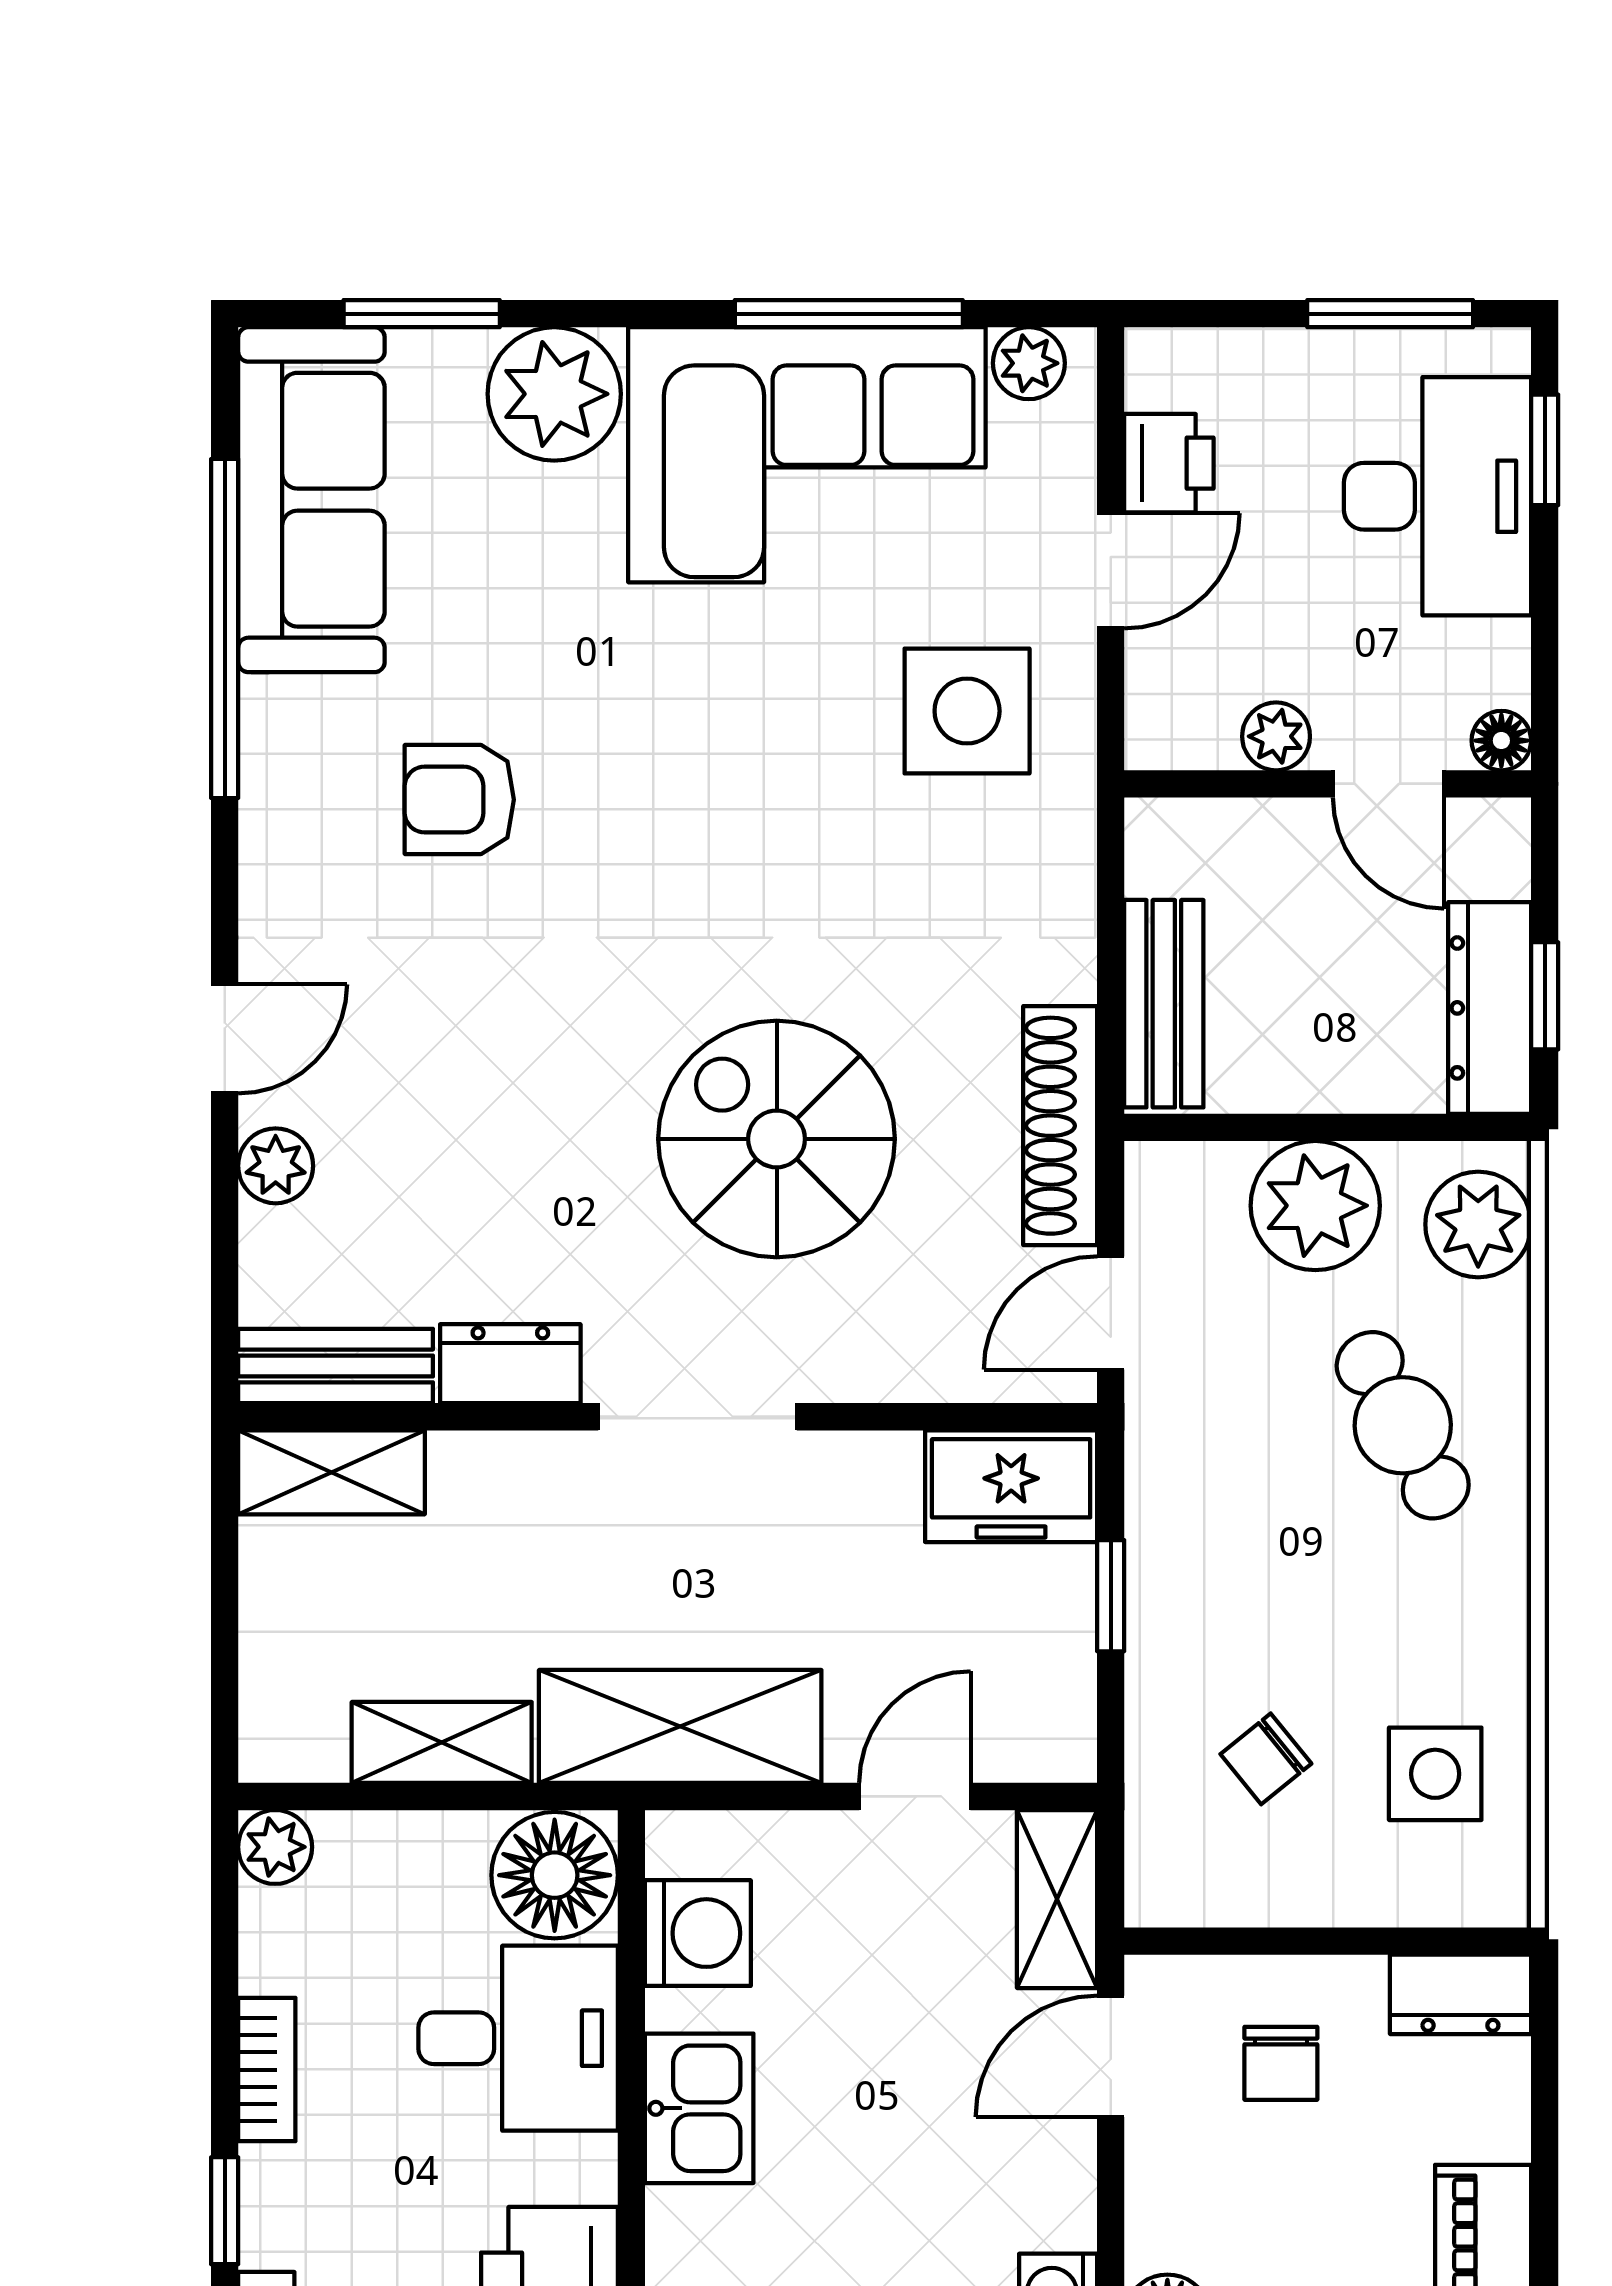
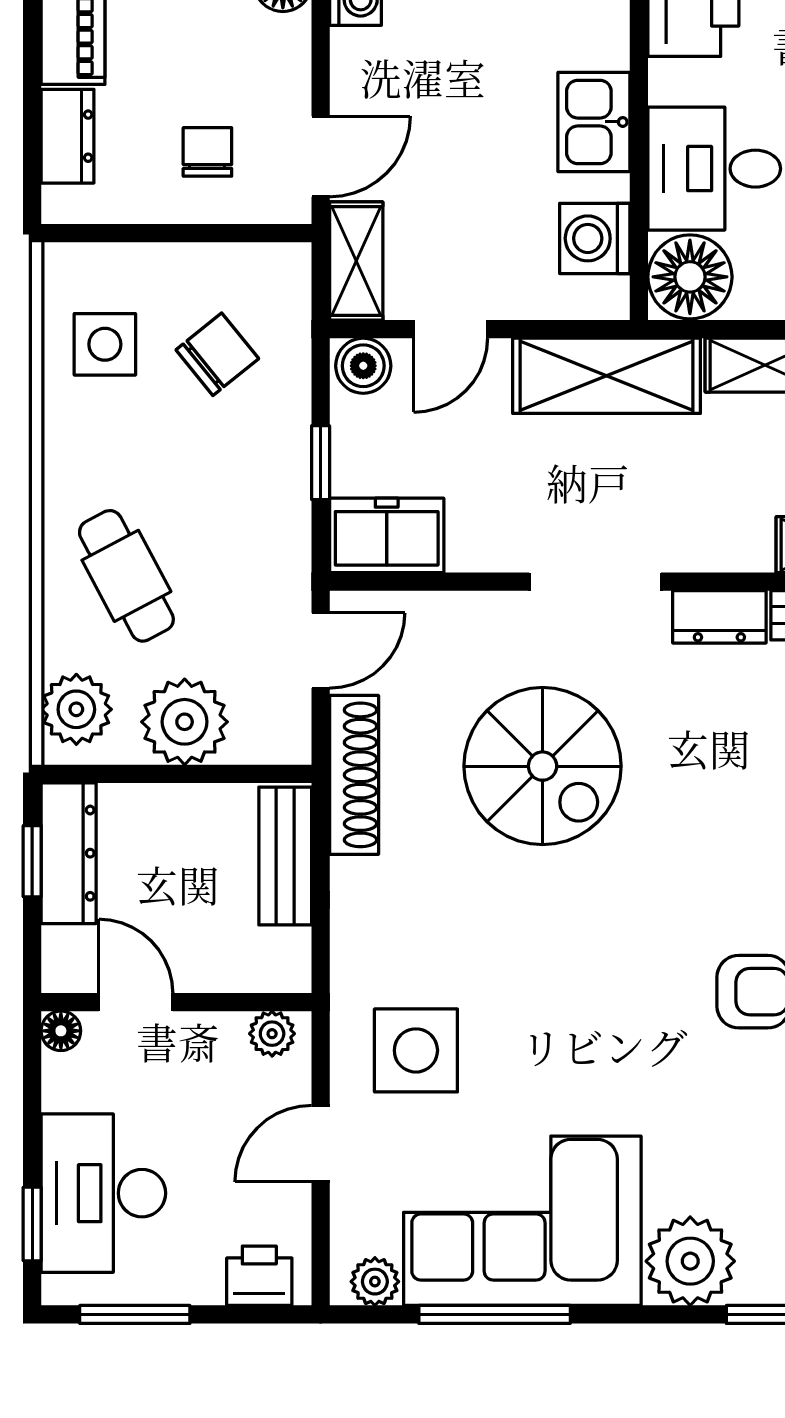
printer: (1169, 463) -> (259, 1276), moved, turned 90
plant: (1276, 736) -> (272, 1034), moved
boiler: (1046, 1741) -> (363, 366), added
chair: (1266, 1759) -> (217, 354), width x1.37, depth x1.37
dresser: (1460, 1994) -> (68, 136), moved, turned 90

